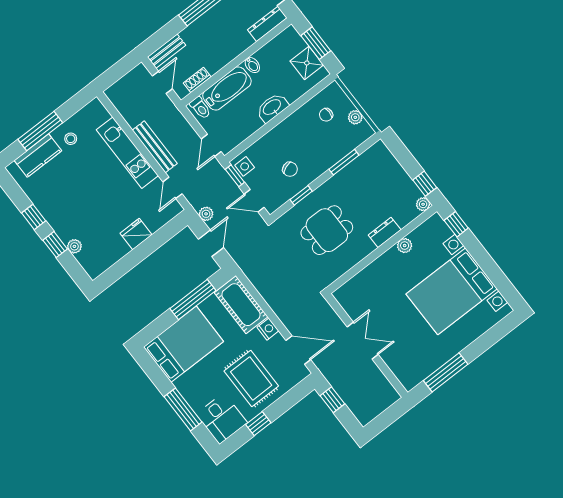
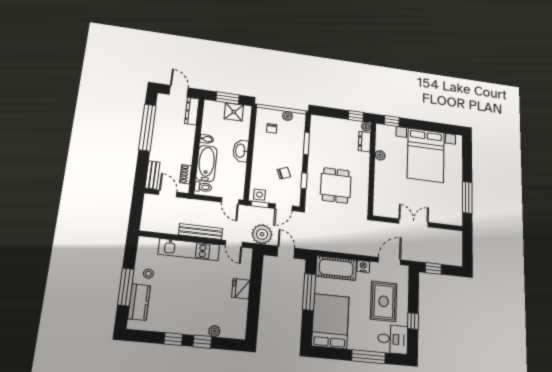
plant: (206, 214) -> (262, 234), width x1.88, depth x1.88
dresser: (385, 232) -> (365, 142), moved
rug: (251, 379) -> (384, 301), turned 90

